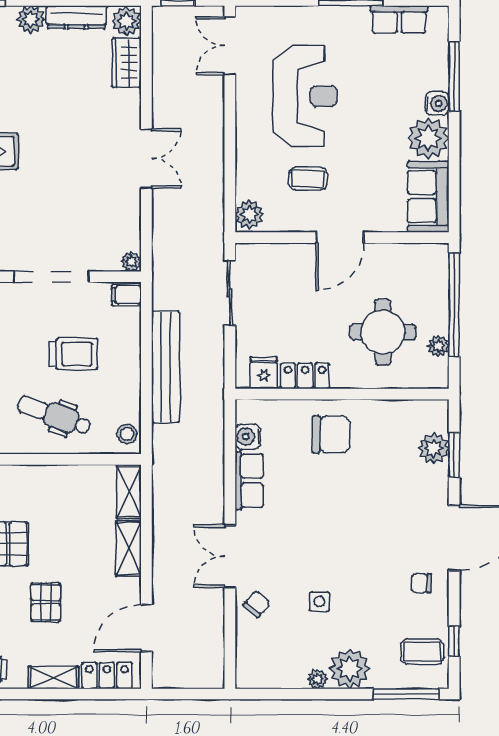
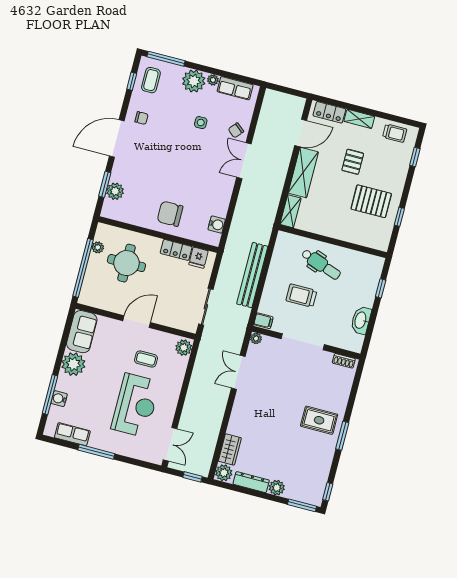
reception desk: (305, 96) -> (136, 405), turned 180
water cooler: (437, 104) -> (59, 399), moved
double door: (146, 159) -> (238, 372), moved
stool: (127, 434) -> (283, 244), removed
row of seats: (249, 481) -> (235, 88), moved, turned -90
shelving: (129, 549) -> (303, 173), width x1.50, depth x1.33
double door: (230, 556) -> (244, 161), swing flipped
coffee table: (422, 651) -> (151, 80), turned 90

